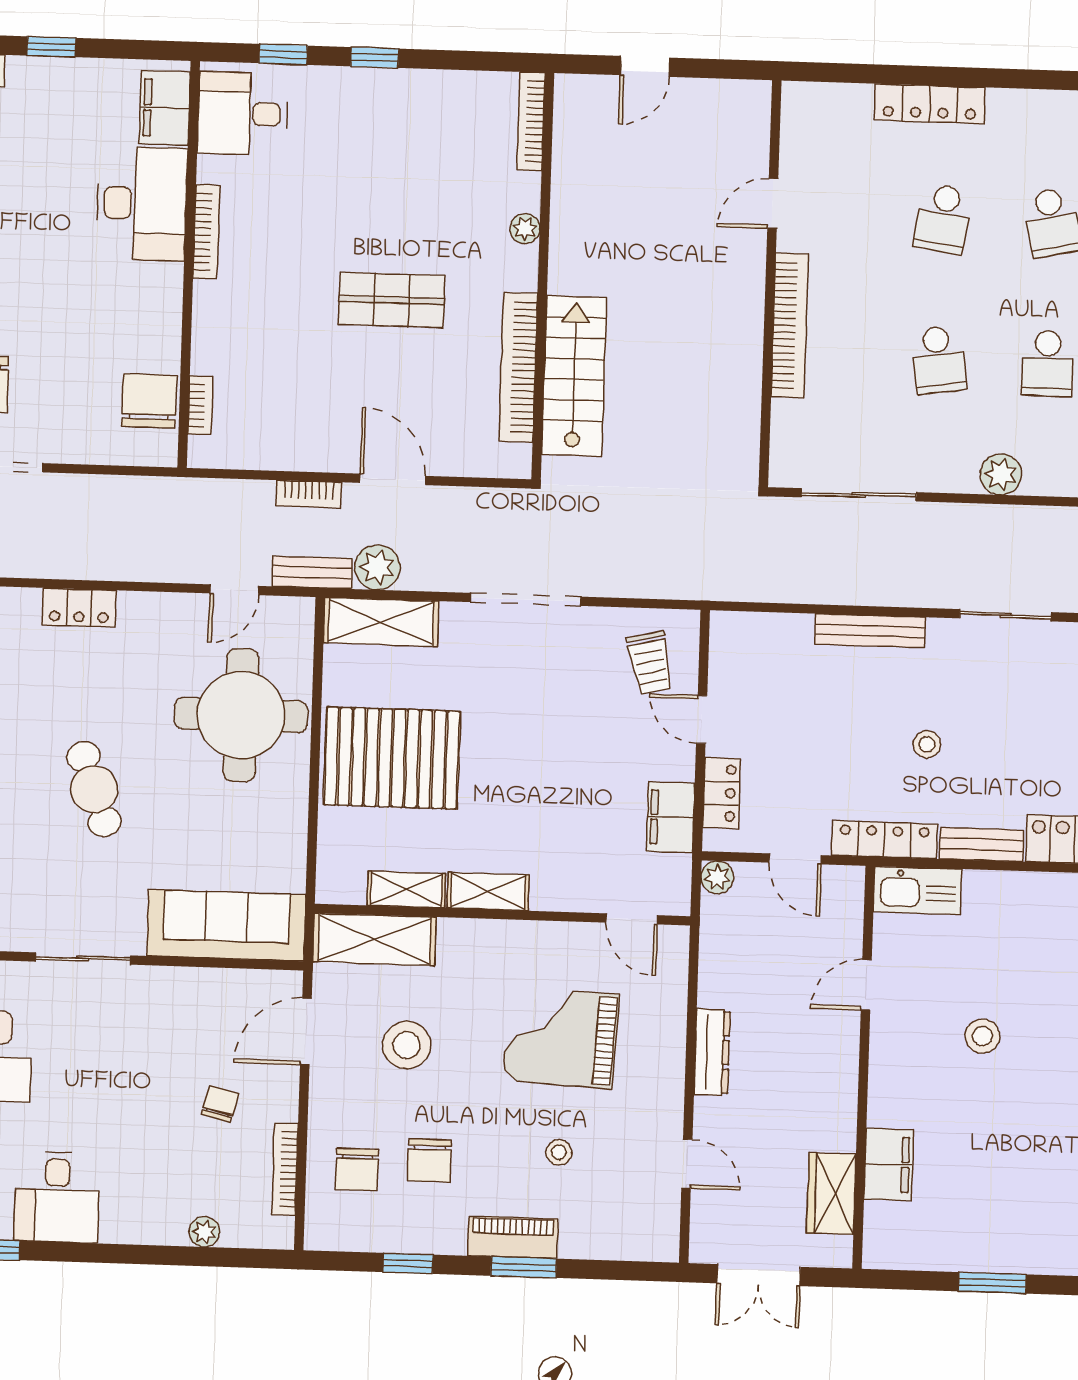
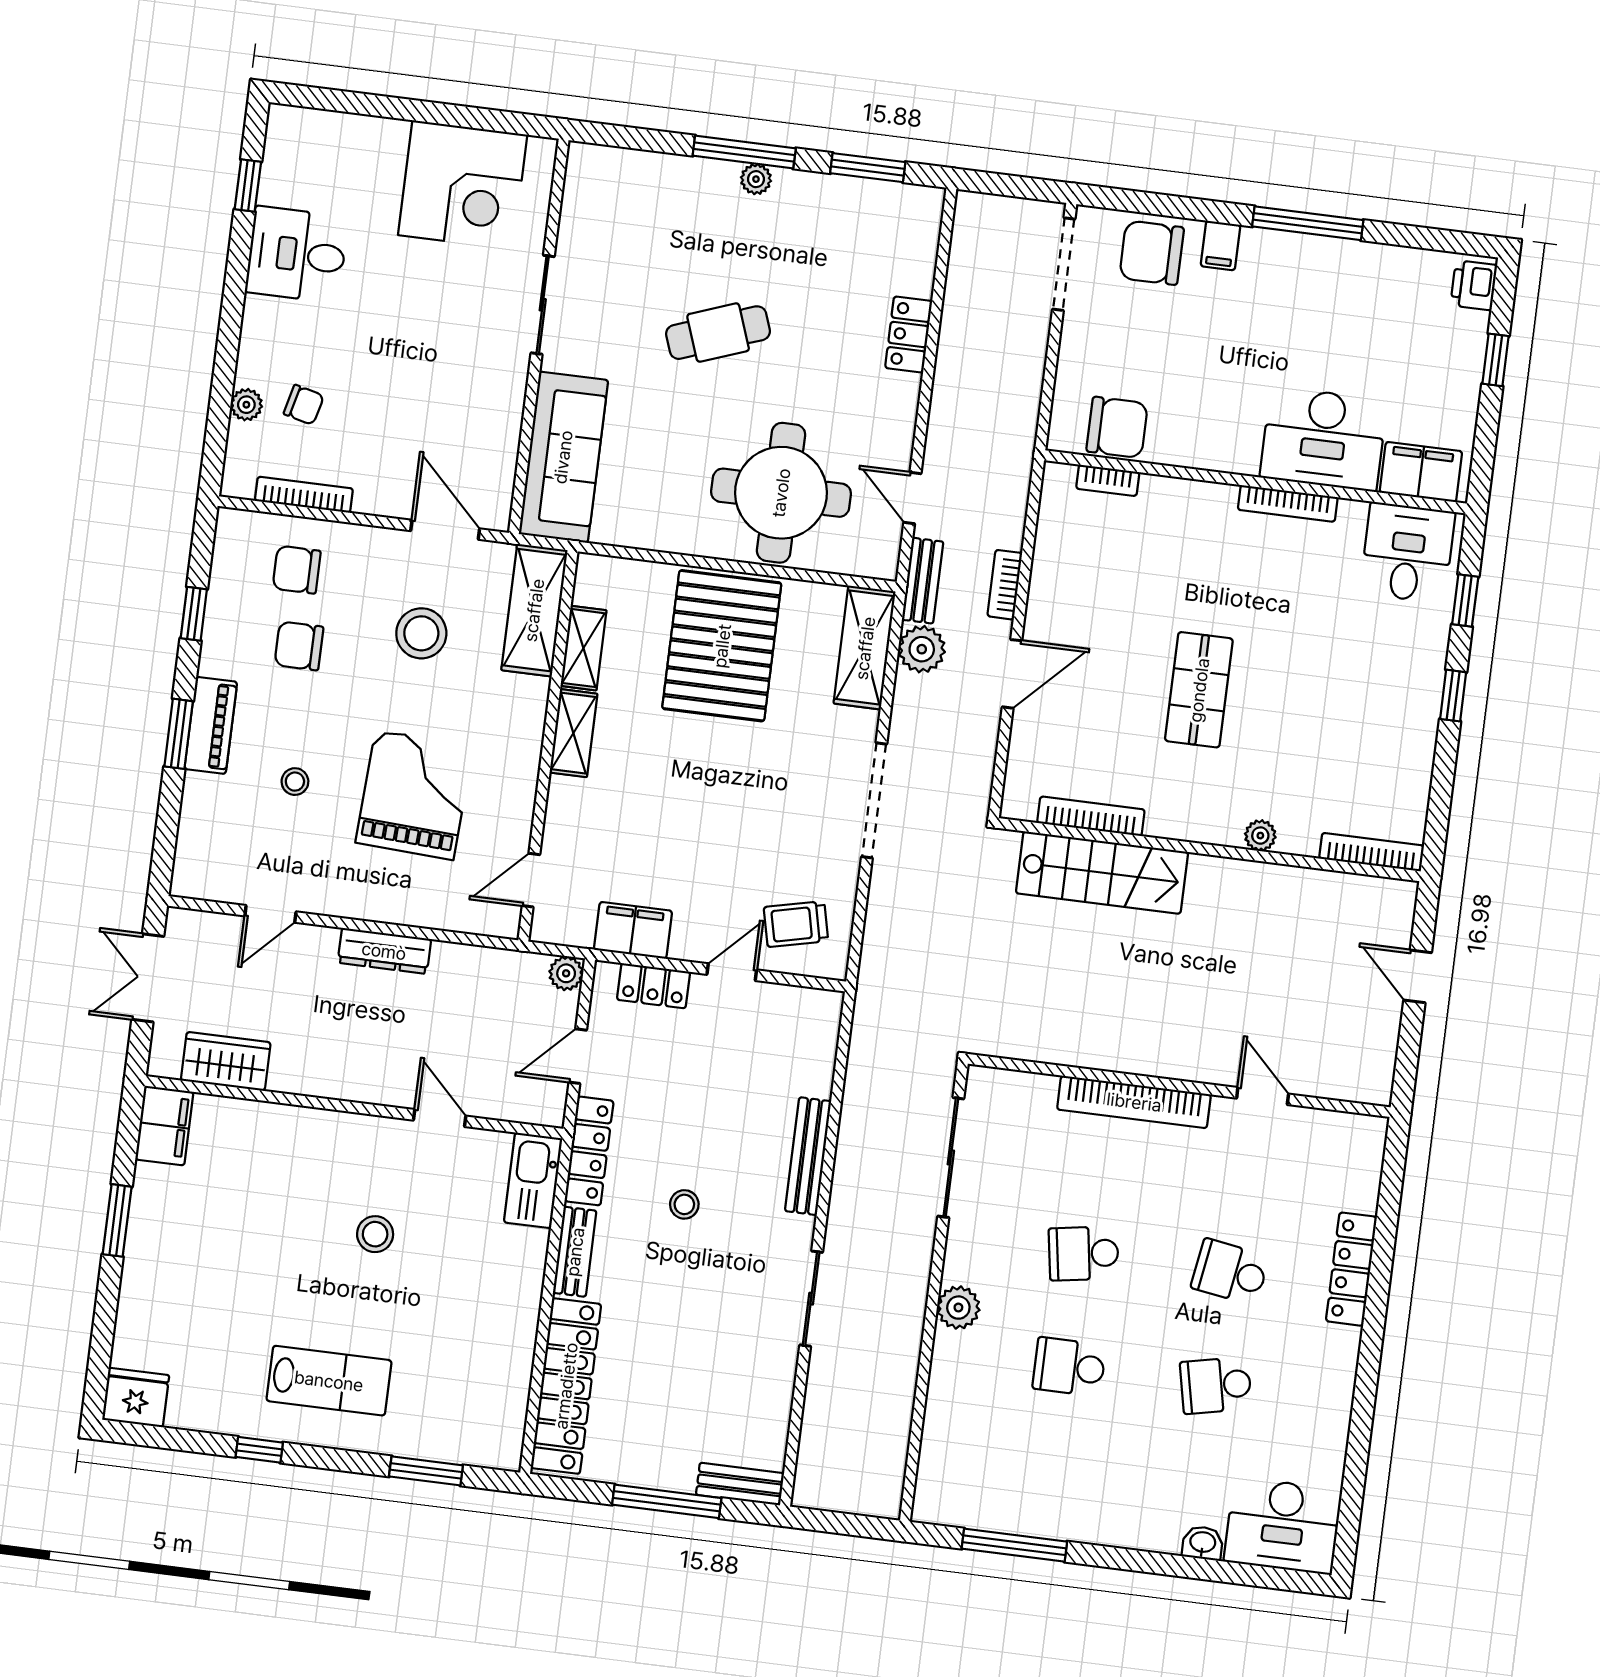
bookcase: (518, 367) -> (1091, 816), width x0.68, depth x0.76
chair: (220, 1104) -> (304, 405), moved
filing cabinet: (889, 1165) -> (164, 1126), moved, turned -90

